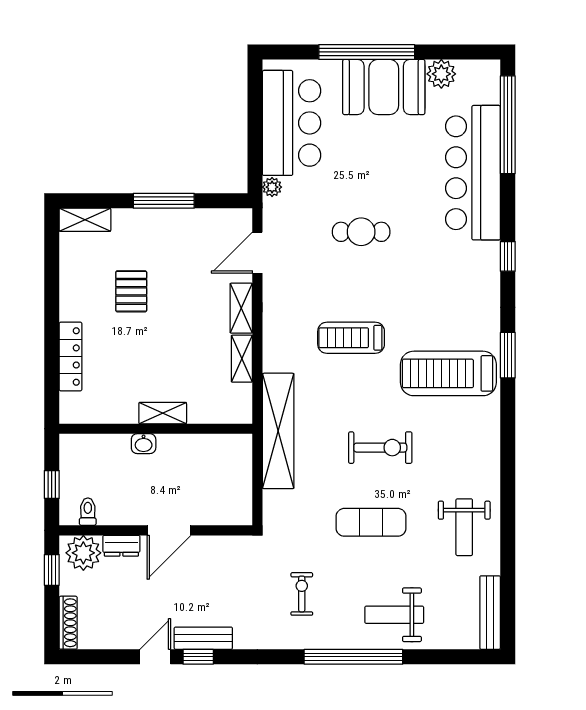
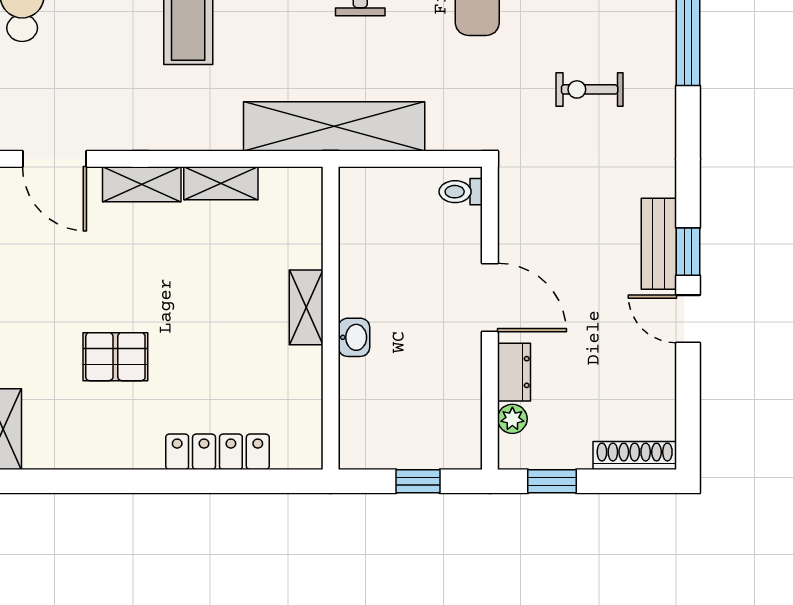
toilet: (88, 512) -> (461, 192), moved
plant: (83, 553) -> (512, 419), width x0.53, depth x0.53

